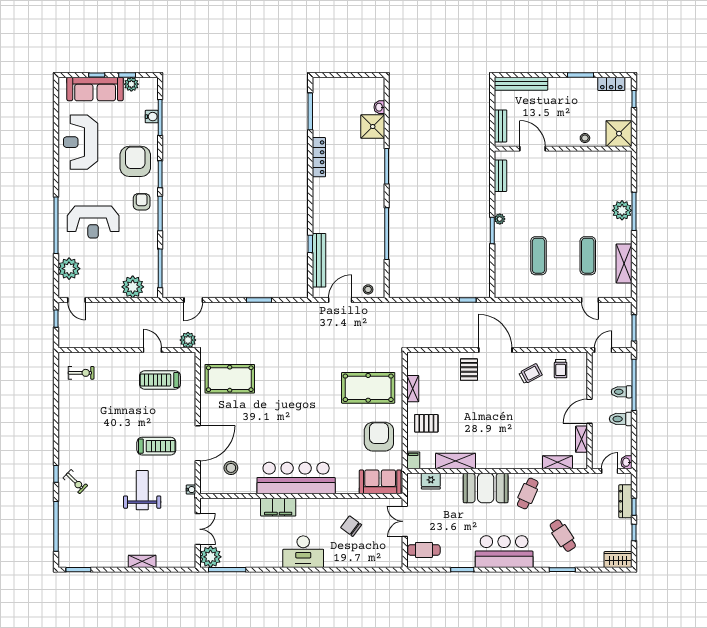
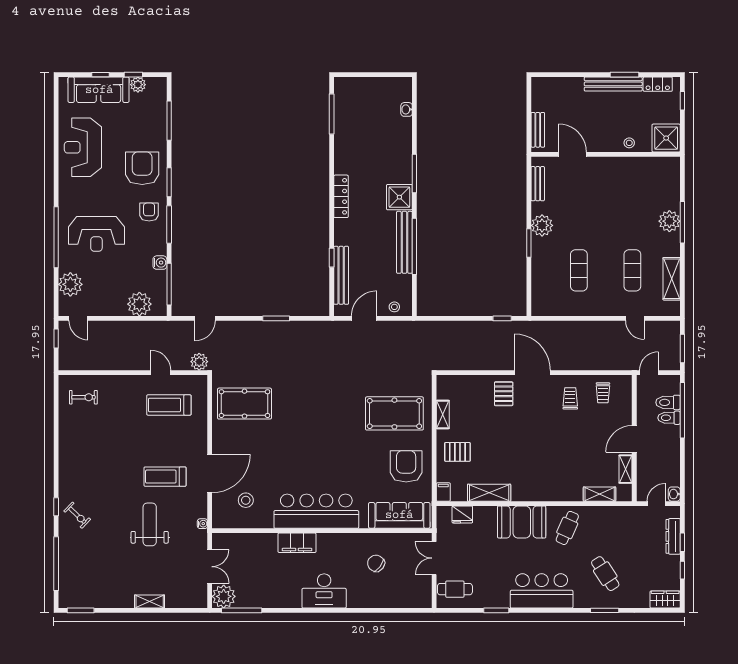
bench: (521, 84) -> (613, 84), moved
water cooler: (152, 117) -> (160, 263), moved
shower: (373, 127) -> (399, 197), moved
locker: (319, 157) -> (341, 196), moved
plant: (500, 219) -> (542, 225), width x1.88, depth x1.88
bench: (377, 230) -> (404, 242), added
trolley: (531, 374) -> (570, 398), turned -62
toilet: (621, 419) -> (668, 402), moved
treadmill: (156, 446) -> (165, 477), turned 180
sofa: (380, 482) -> (399, 515), width x1.36

